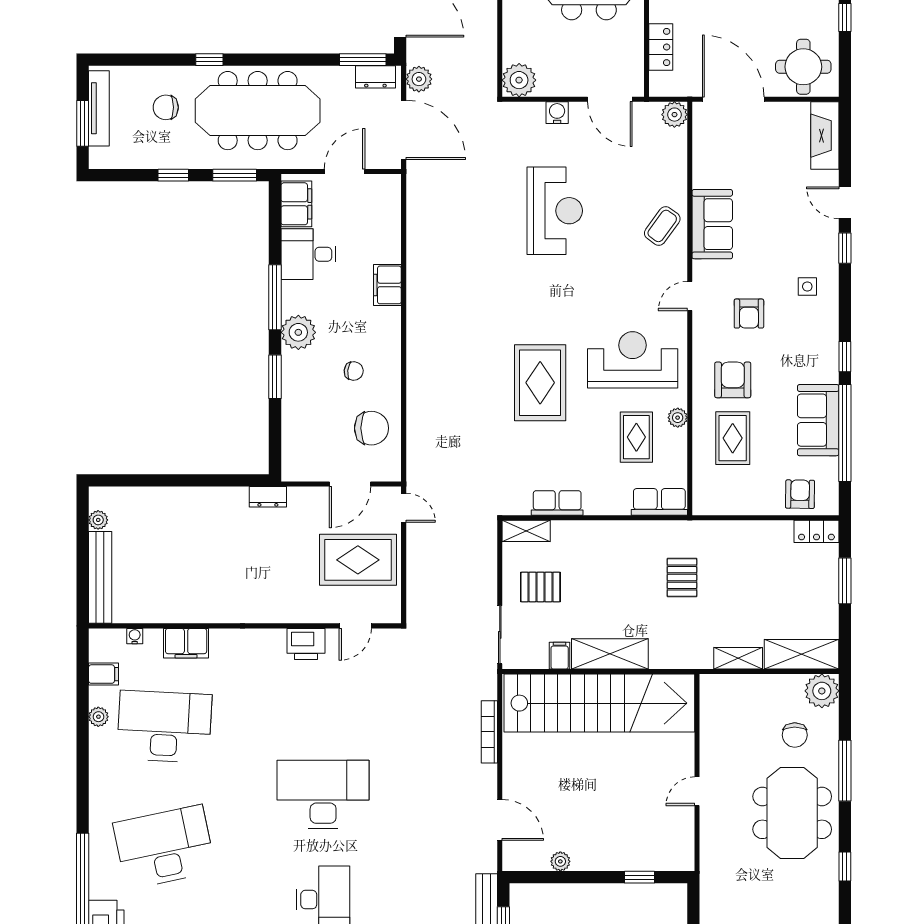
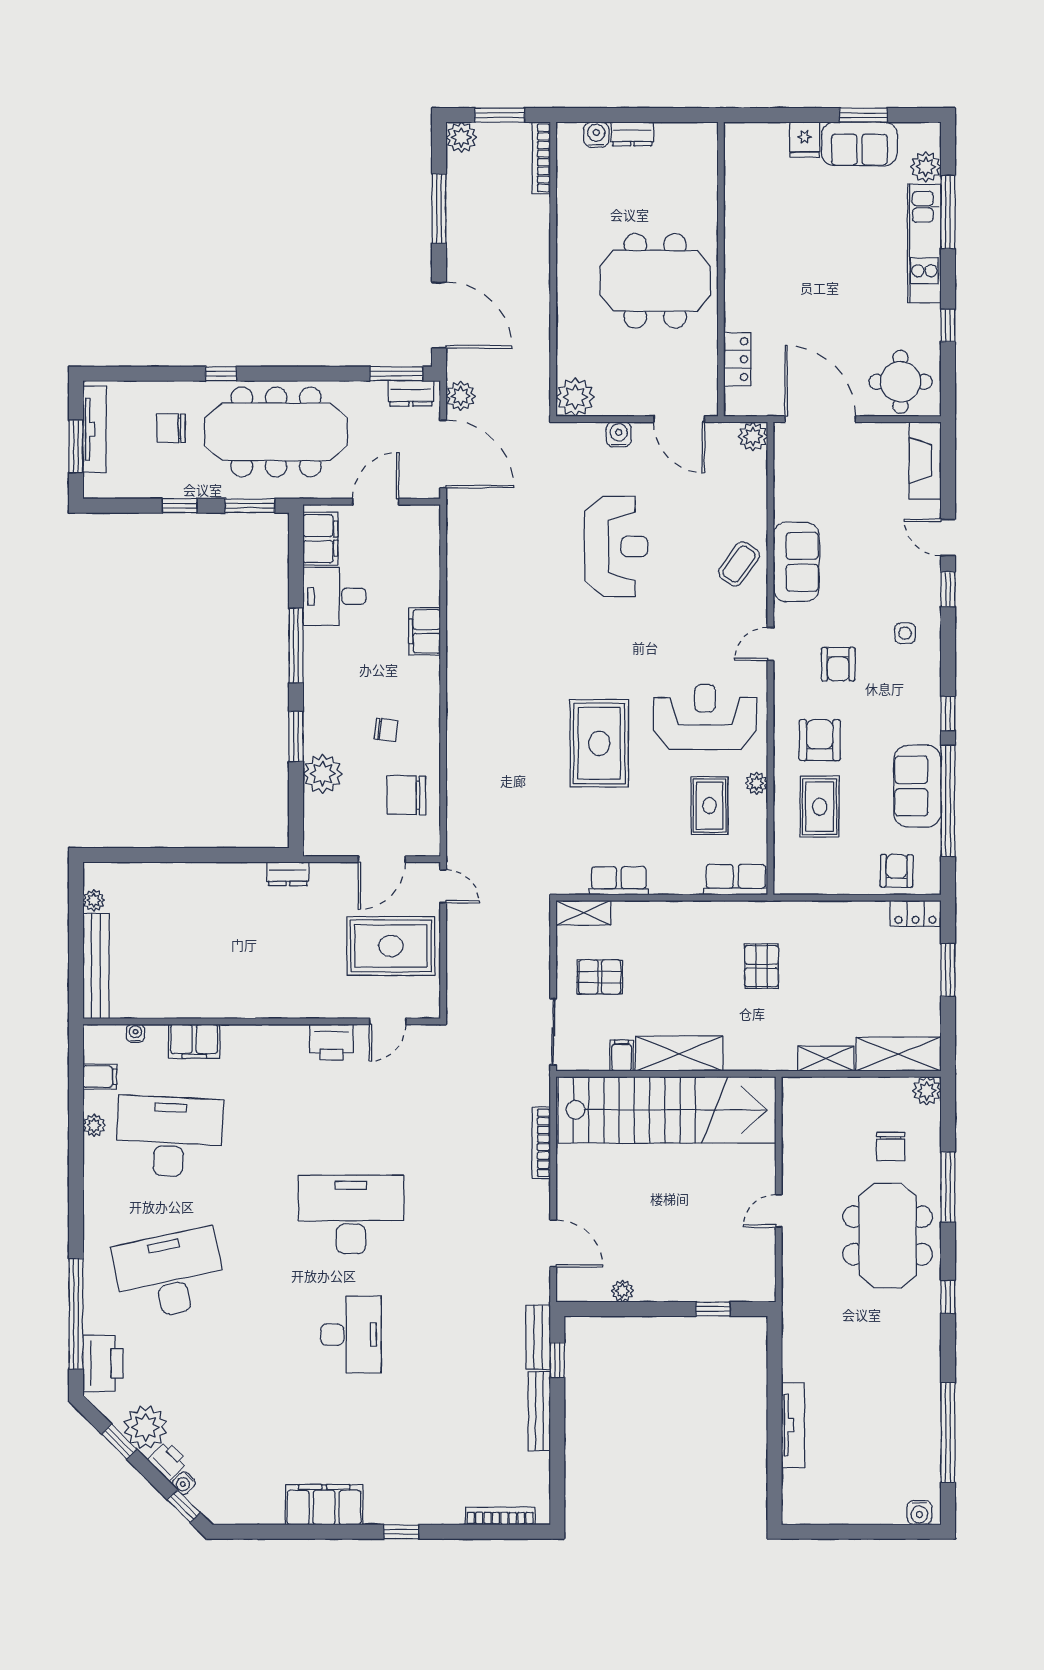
plant: (298, 332) -> (323, 774), moved
chair: (371, 428) -> (406, 795), turned 180
plant: (822, 691) -> (927, 1091), width x0.73, depth x0.73

